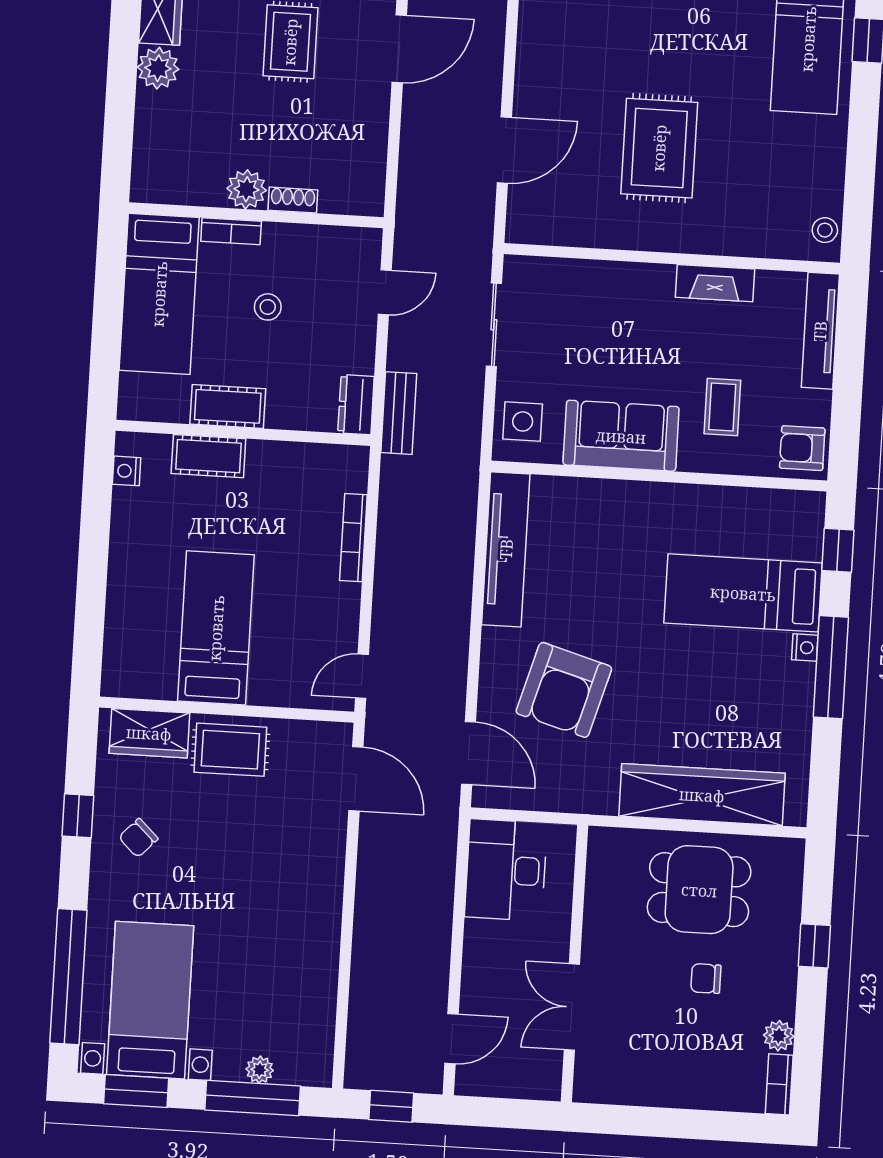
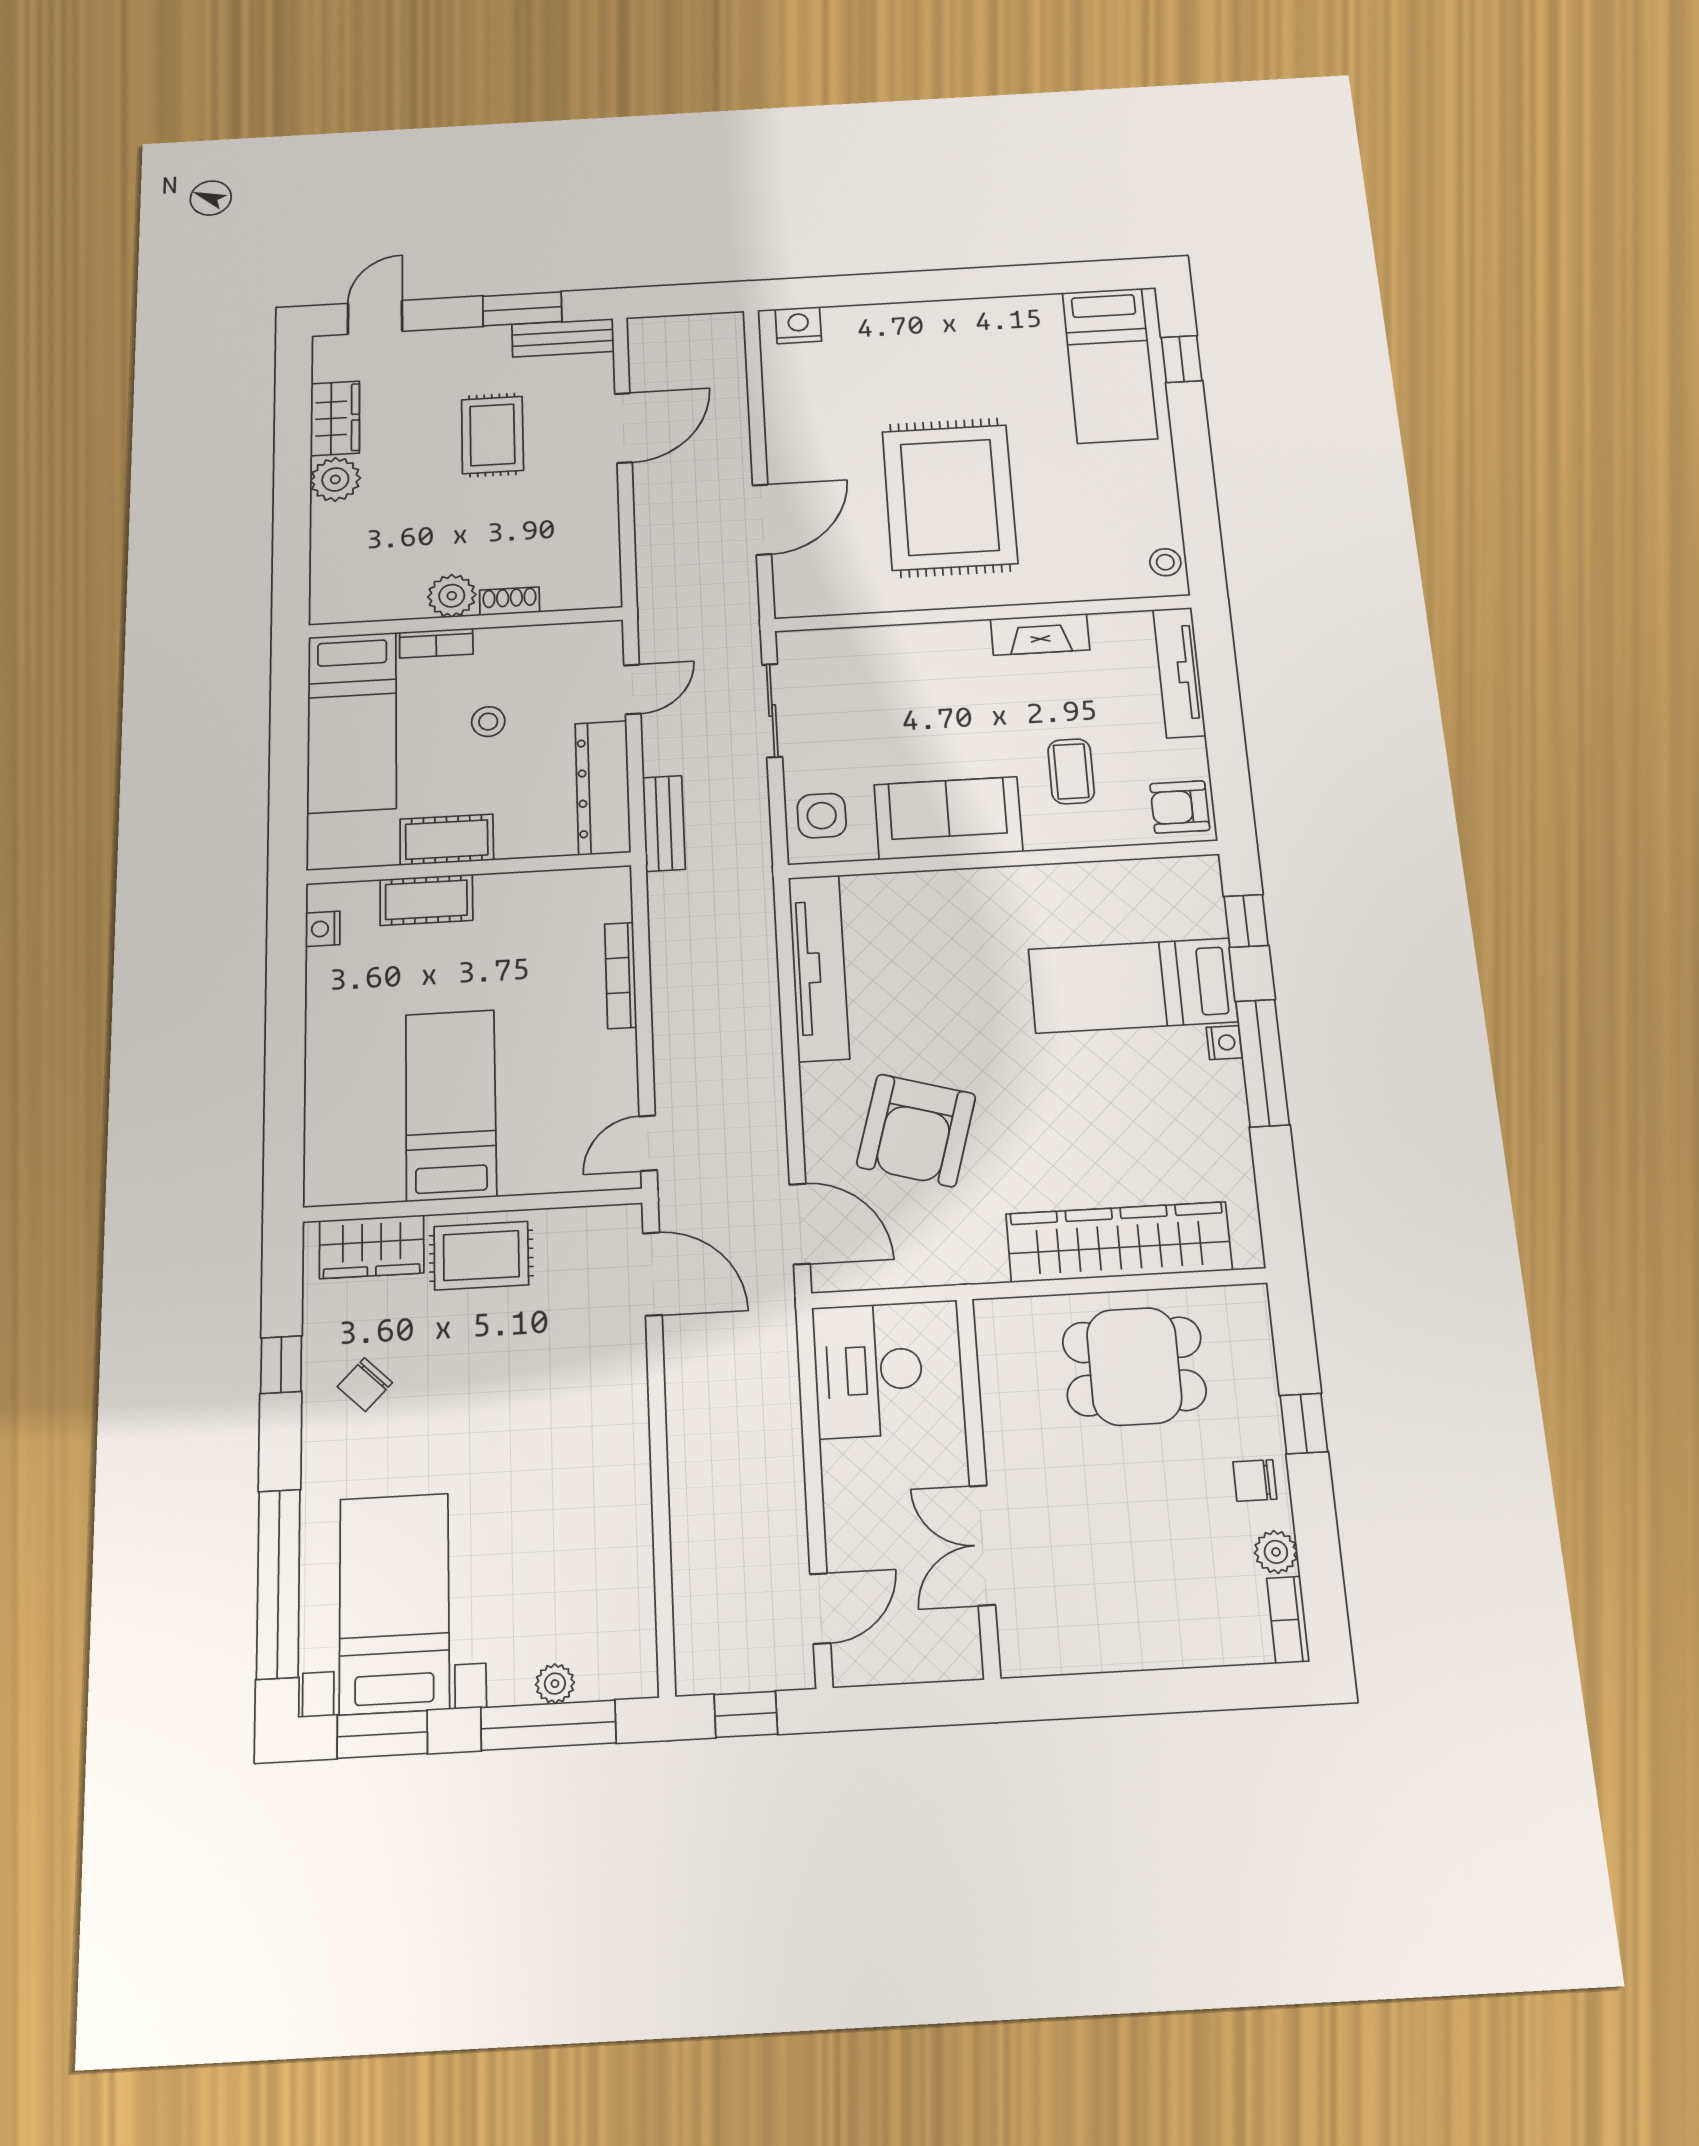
rug: (659, 148) -> (950, 497), width x1.37, depth x1.44
dresser: (356, 405) -> (603, 787), width x1.96, depth x1.24
chair: (706, 979) -> (1255, 1480), moved

